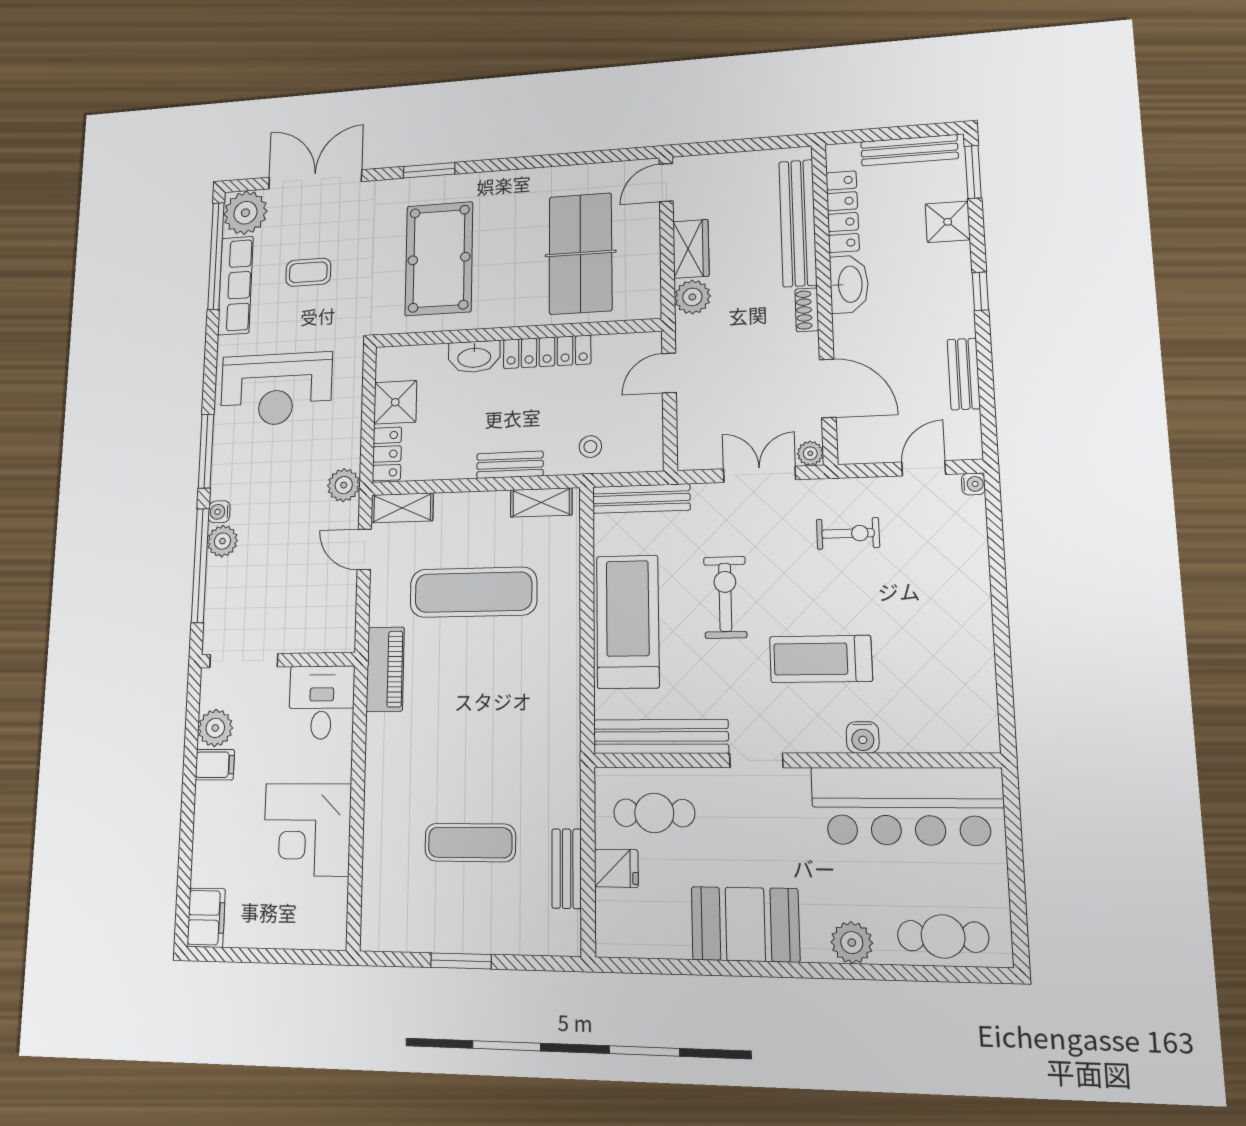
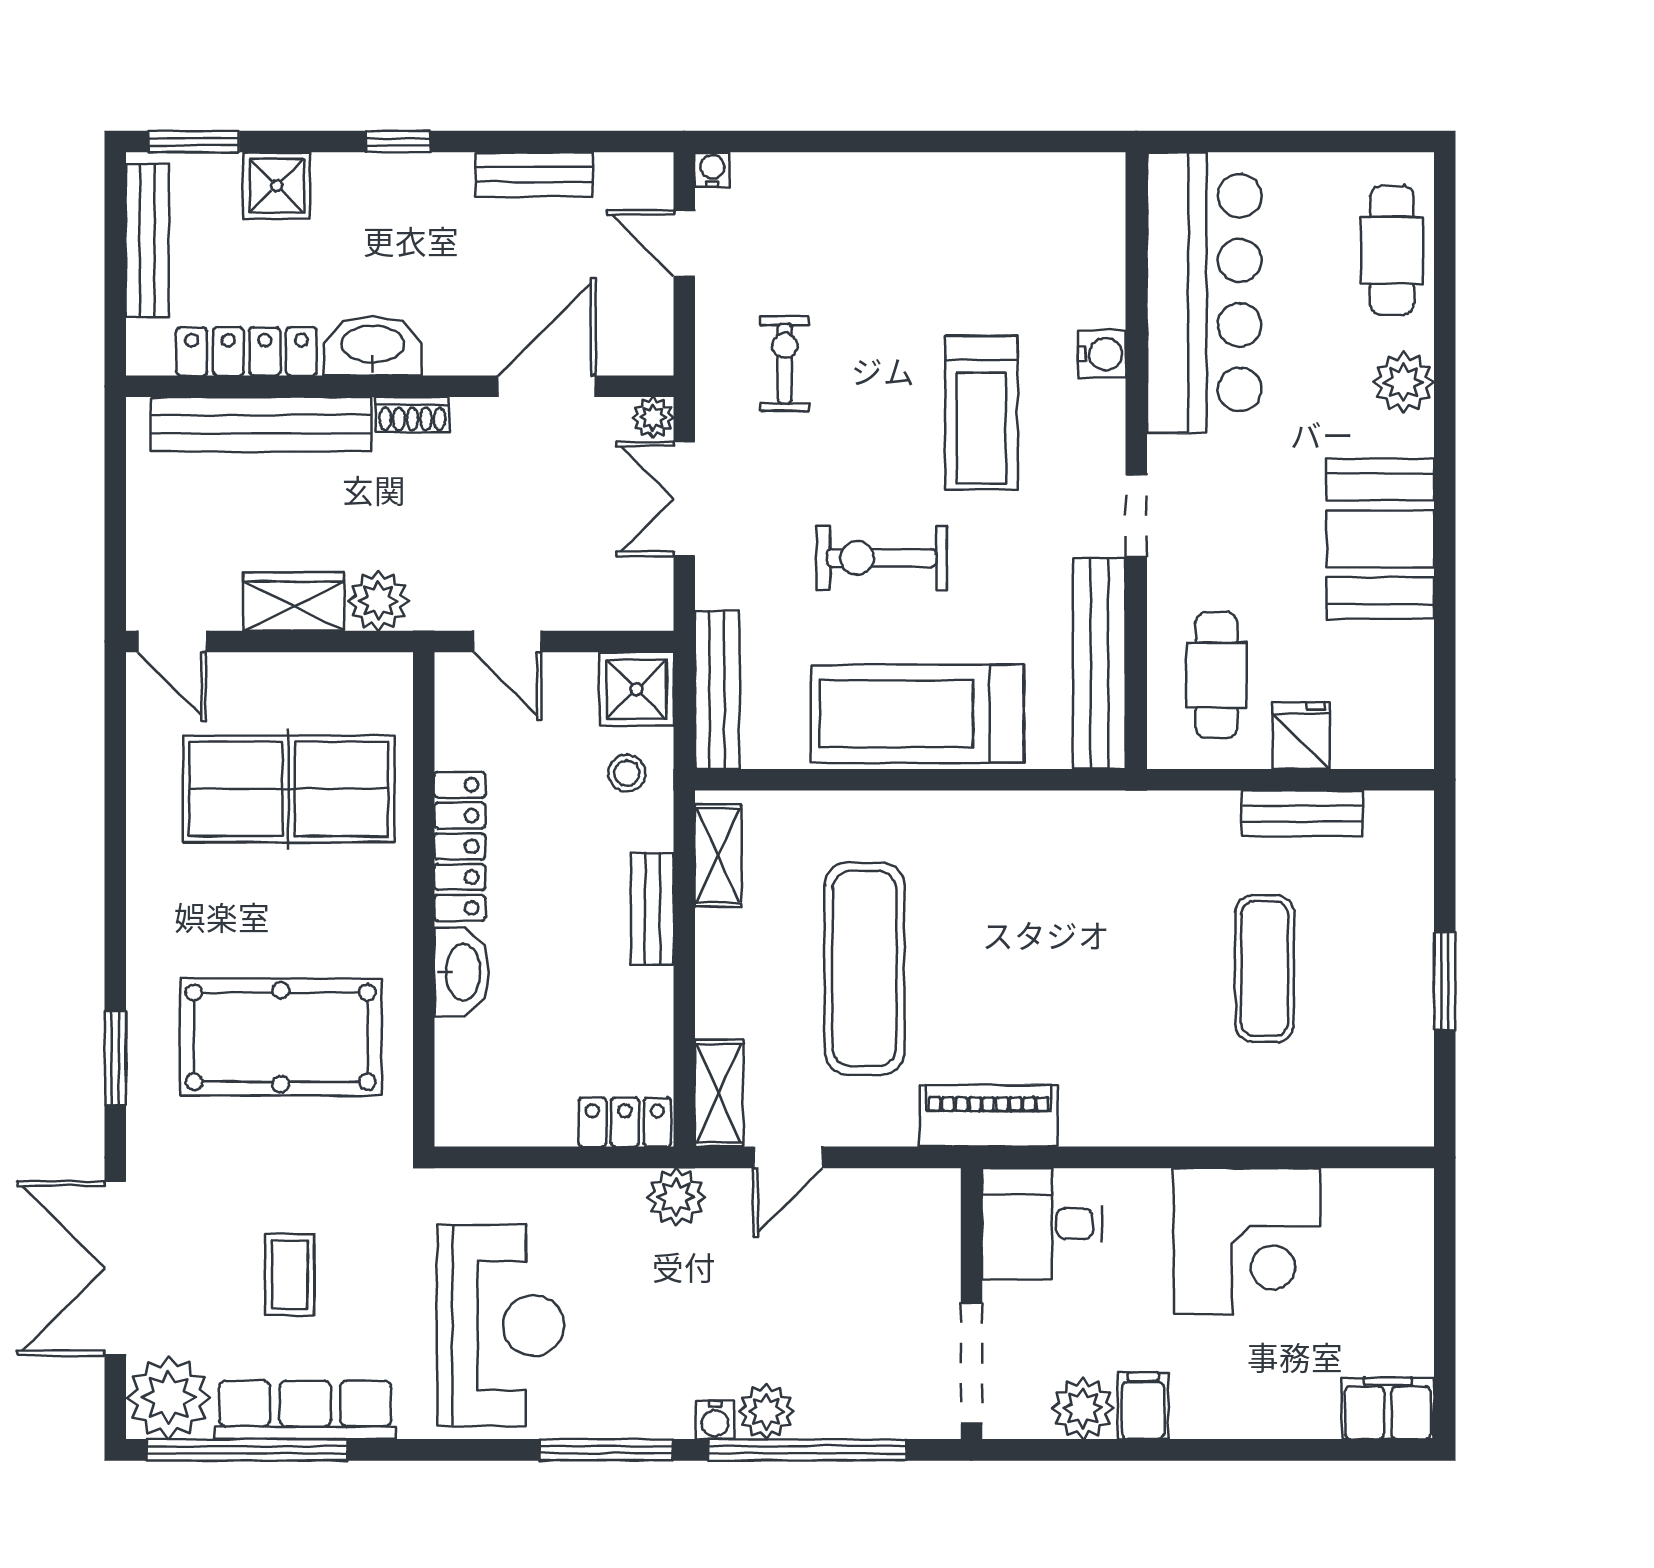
shower: (395, 402) -> (637, 689), moved

